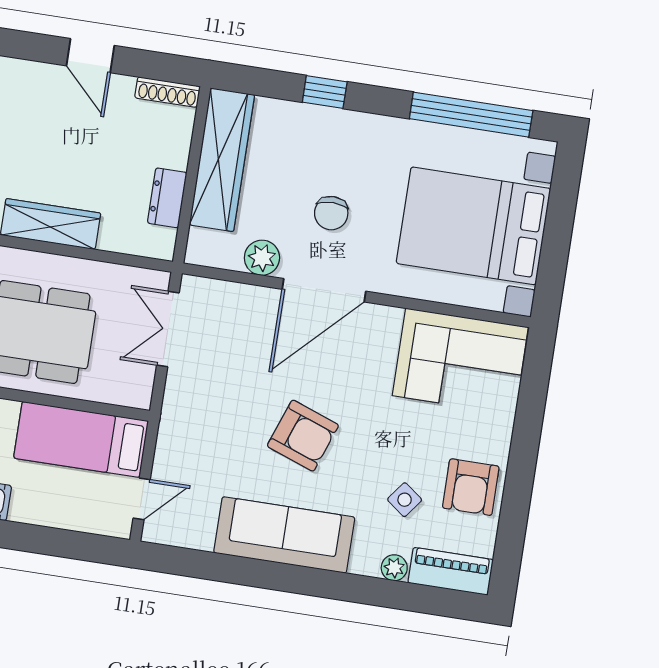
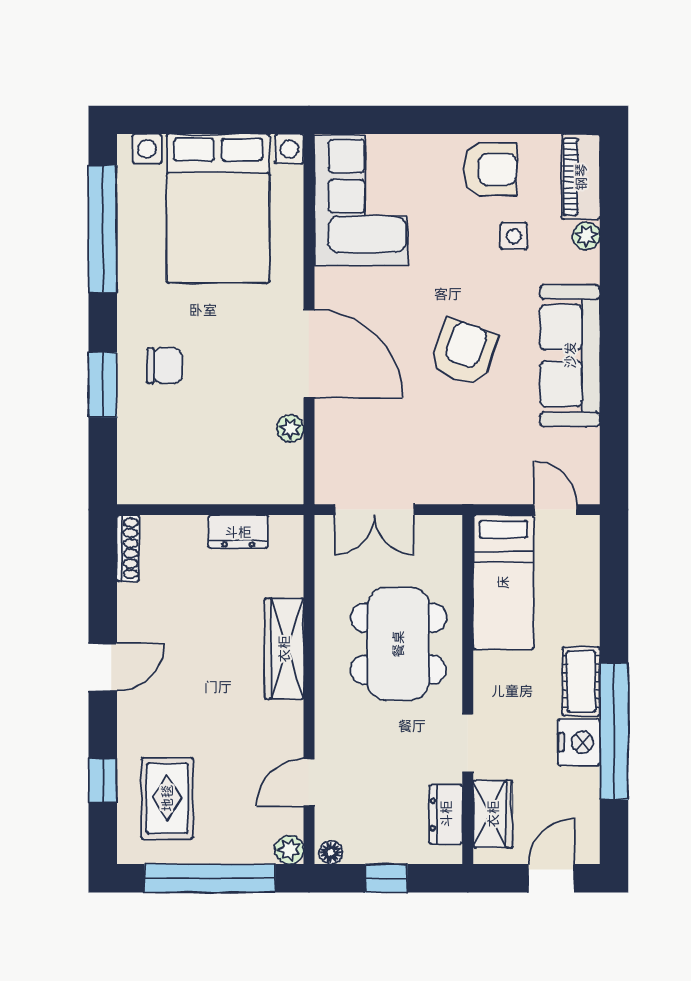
door: (90, 56) -> (103, 667), moved
window: (325, 92) -> (103, 385), width x1.50
wardrobe: (222, 160) -> (190, 481), removed
chair: (331, 213) -> (165, 365), moved
plant: (262, 258) -> (290, 428), width x0.73, depth x0.73
side table: (405, 500) -> (514, 236), turned -37

